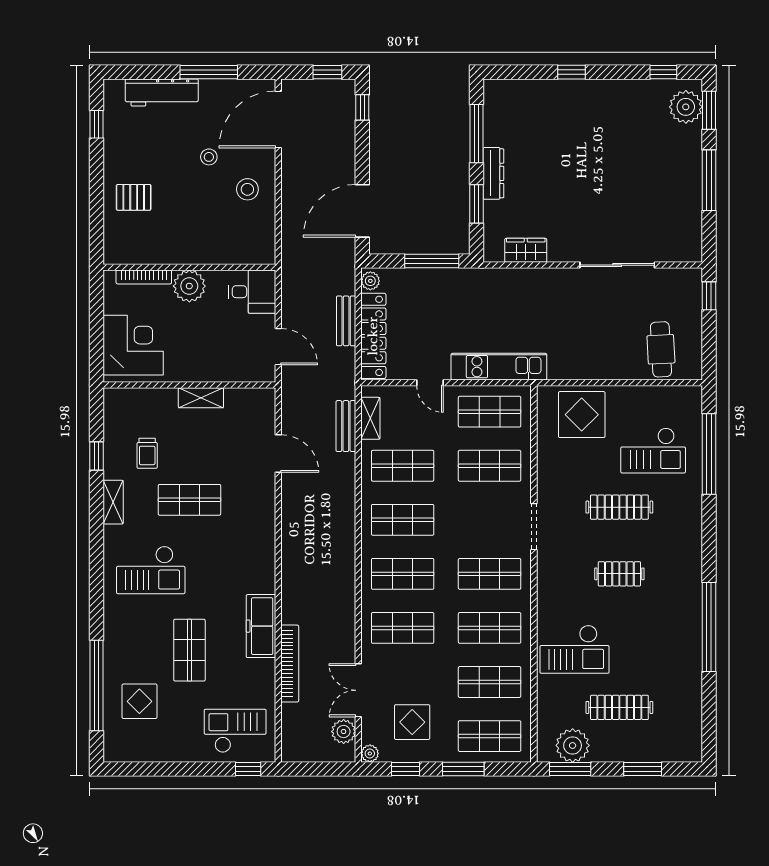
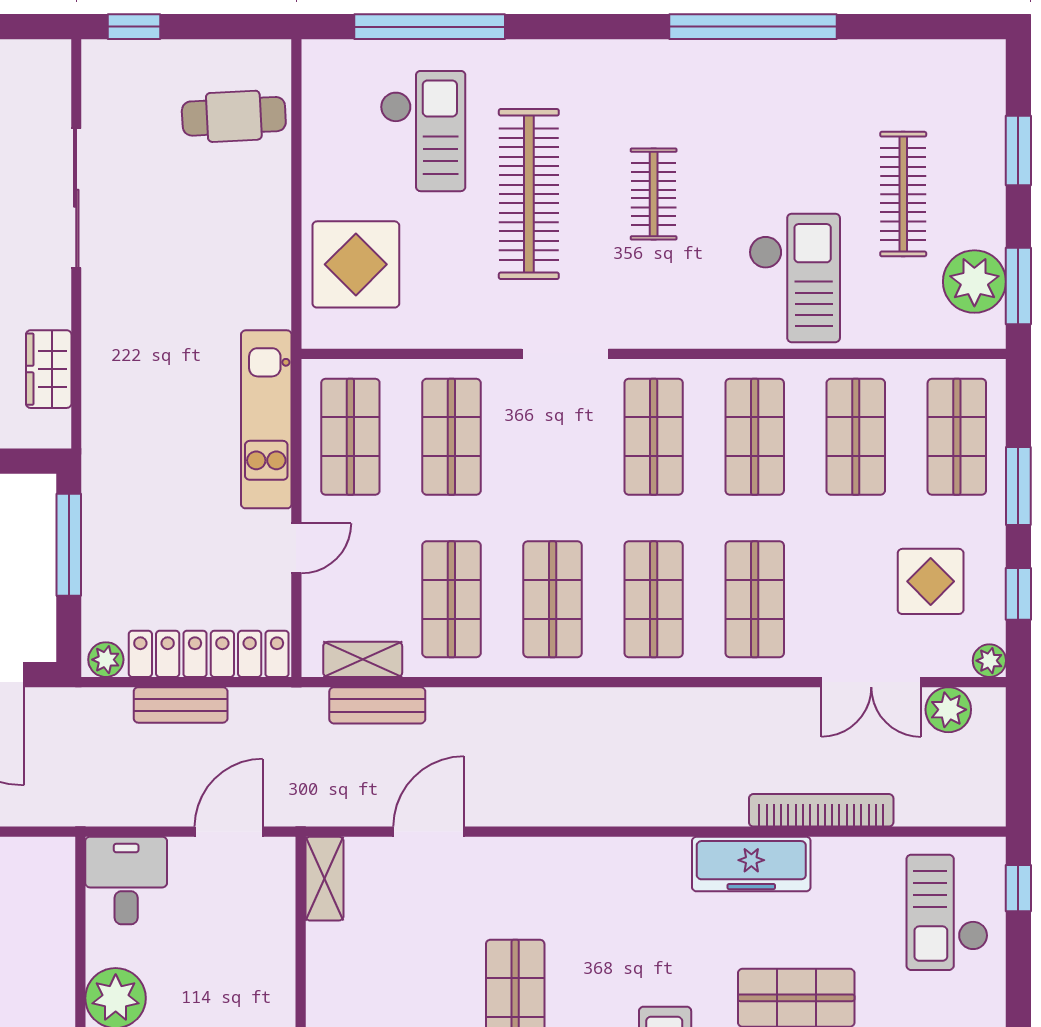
shelving: (201, 398) -> (324, 879), moved
clothes rail: (619, 507) -> (529, 194), width x1.37, depth x1.31

